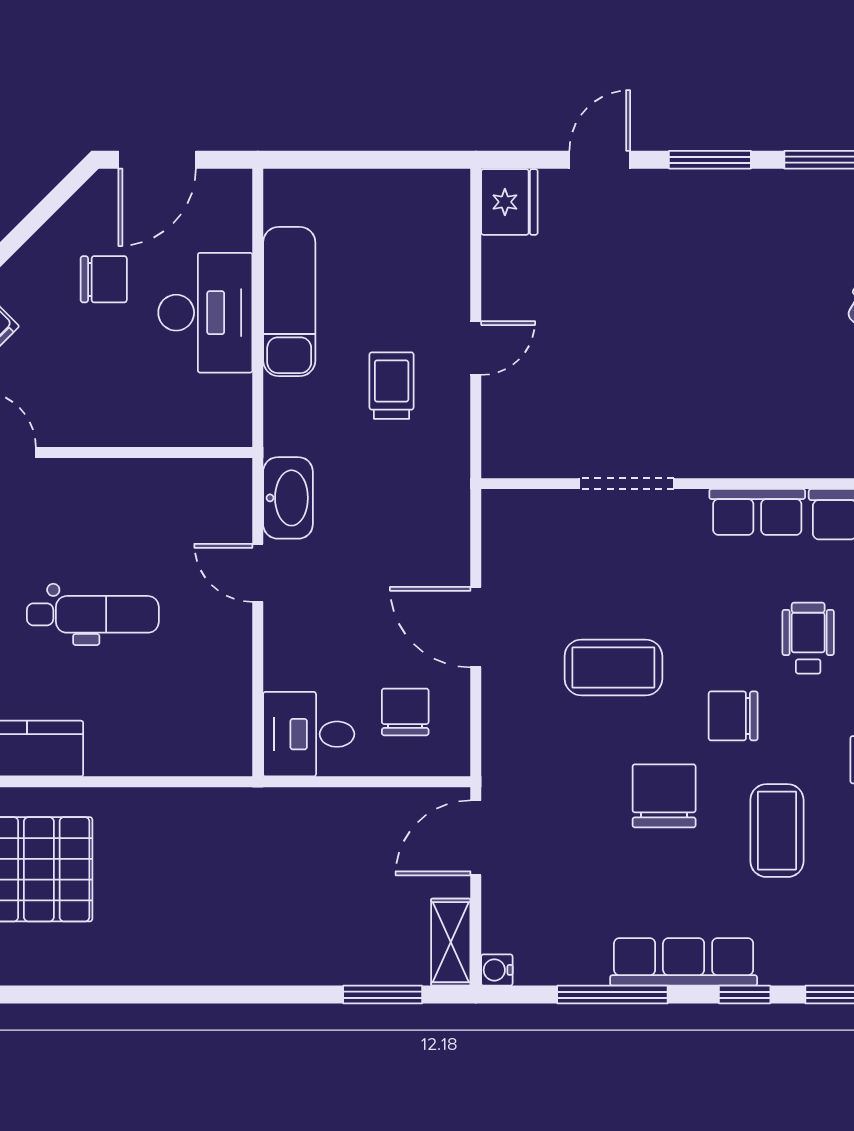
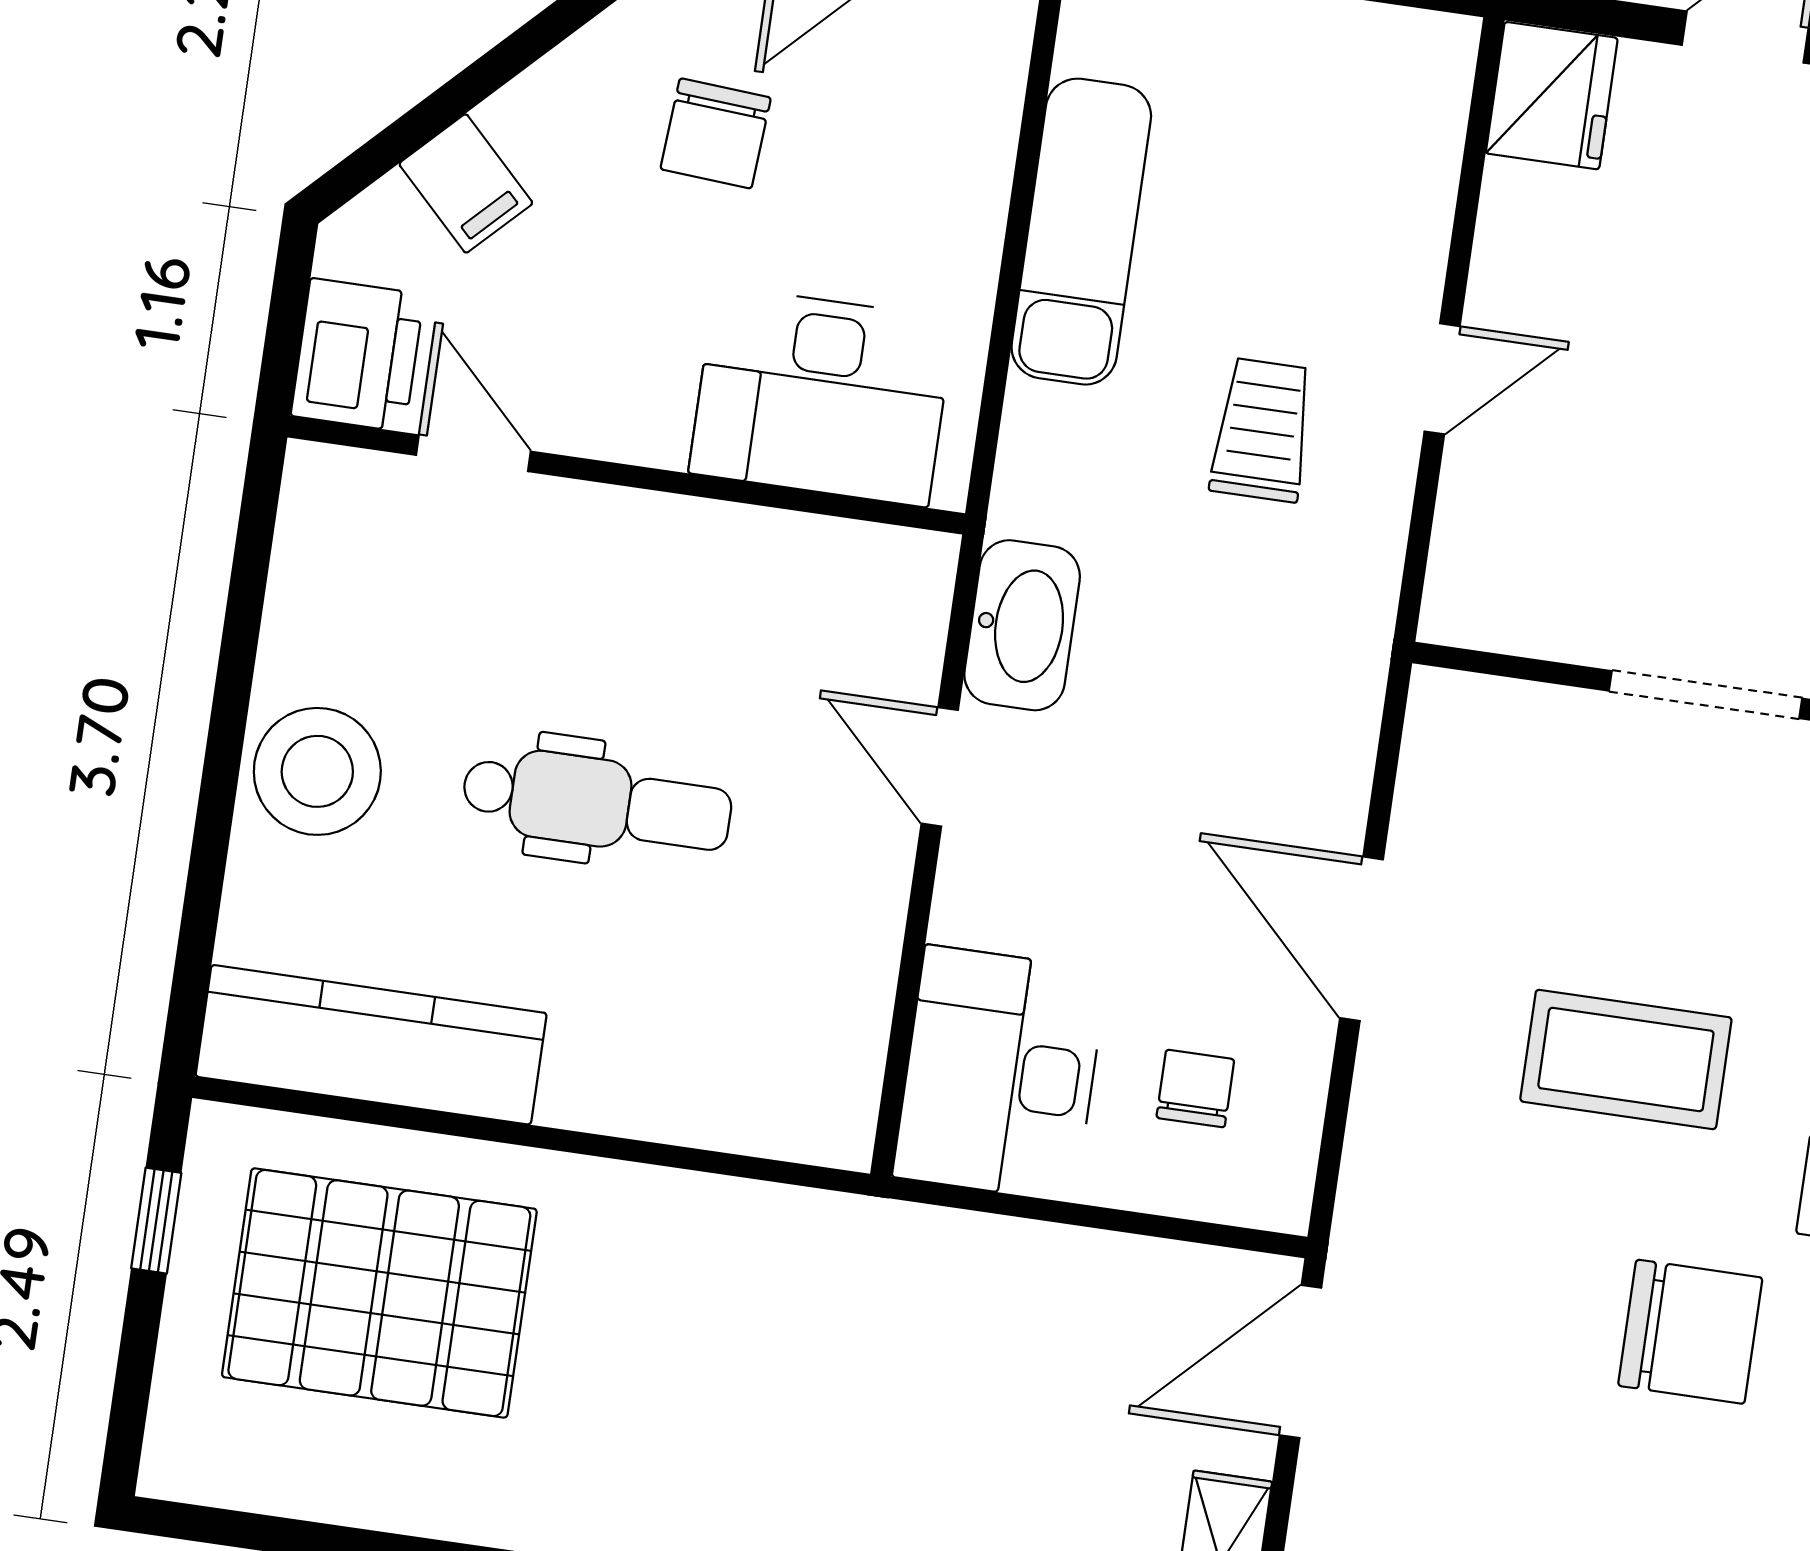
chair: (104, 279) -> (716, 133), turned 94
desk: (205, 313) -> (822, 396), moved, turned 90
chair: (405, 712) -> (1195, 1089), width x0.73, depth x0.73
desk: (309, 734) -> (1000, 1074), width x1.37
chair: (664, 796) -> (1690, 1332), turned 90

